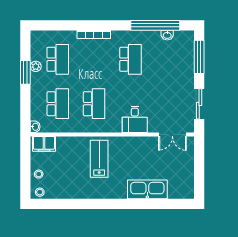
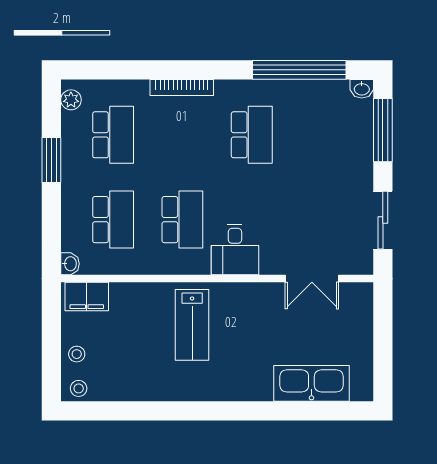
washbasin: (167, 35) -> (362, 89), moved
plant: (36, 66) -> (71, 100), moved
desk: (135, 119) -> (235, 250), moved
double door: (172, 135) -> (312, 279), moved
lab bench: (99, 159) -> (192, 325), turned 180
kitchen sink: (147, 189) -> (311, 383), moved

